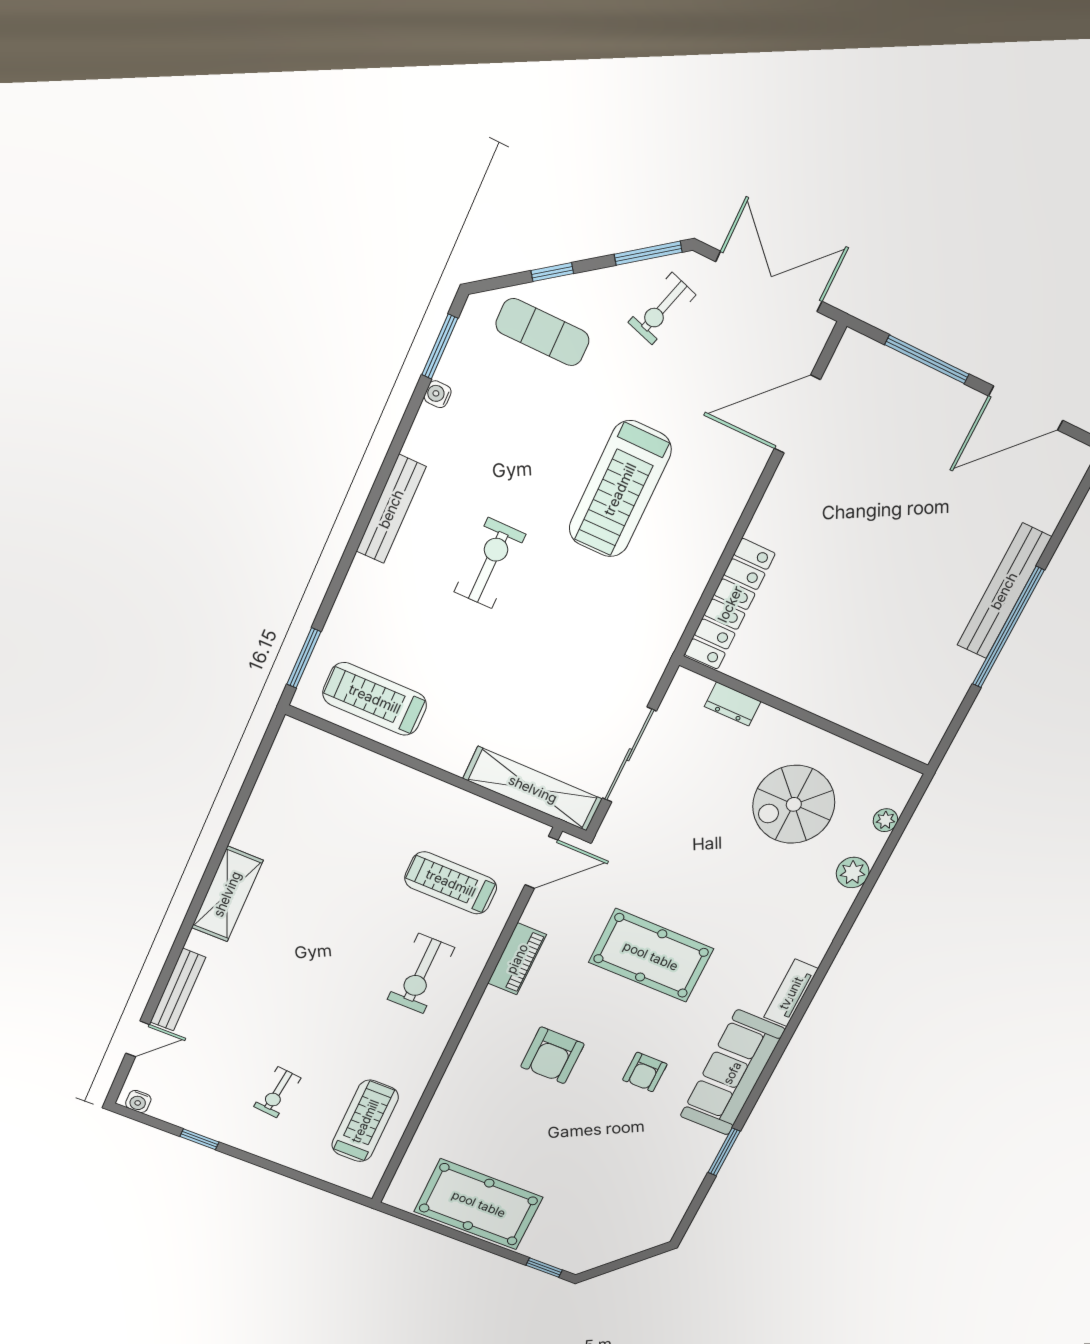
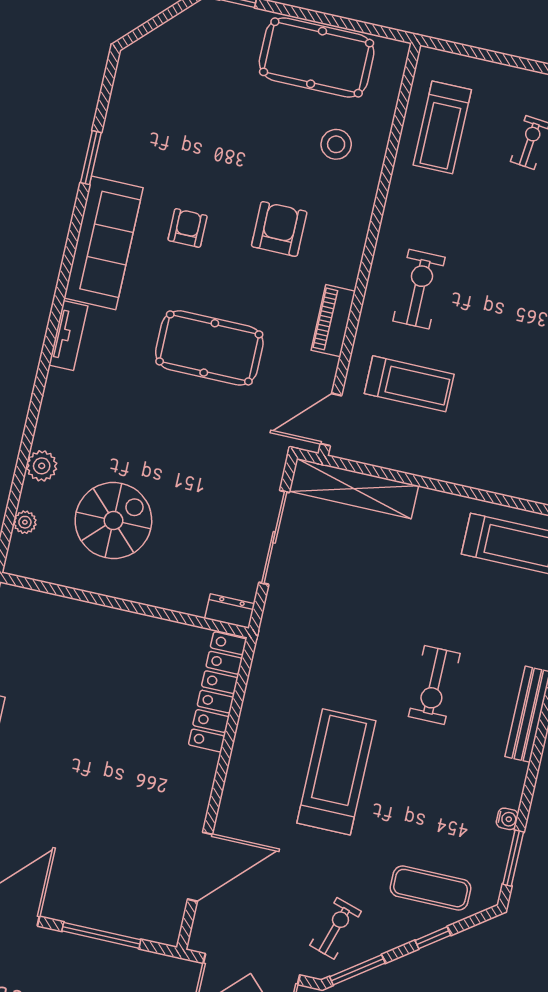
dresser: (733, 704) -> (230, 611), moved
stool: (477, 1123) -> (336, 144), added

